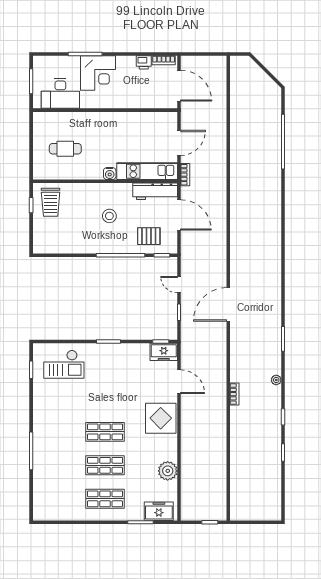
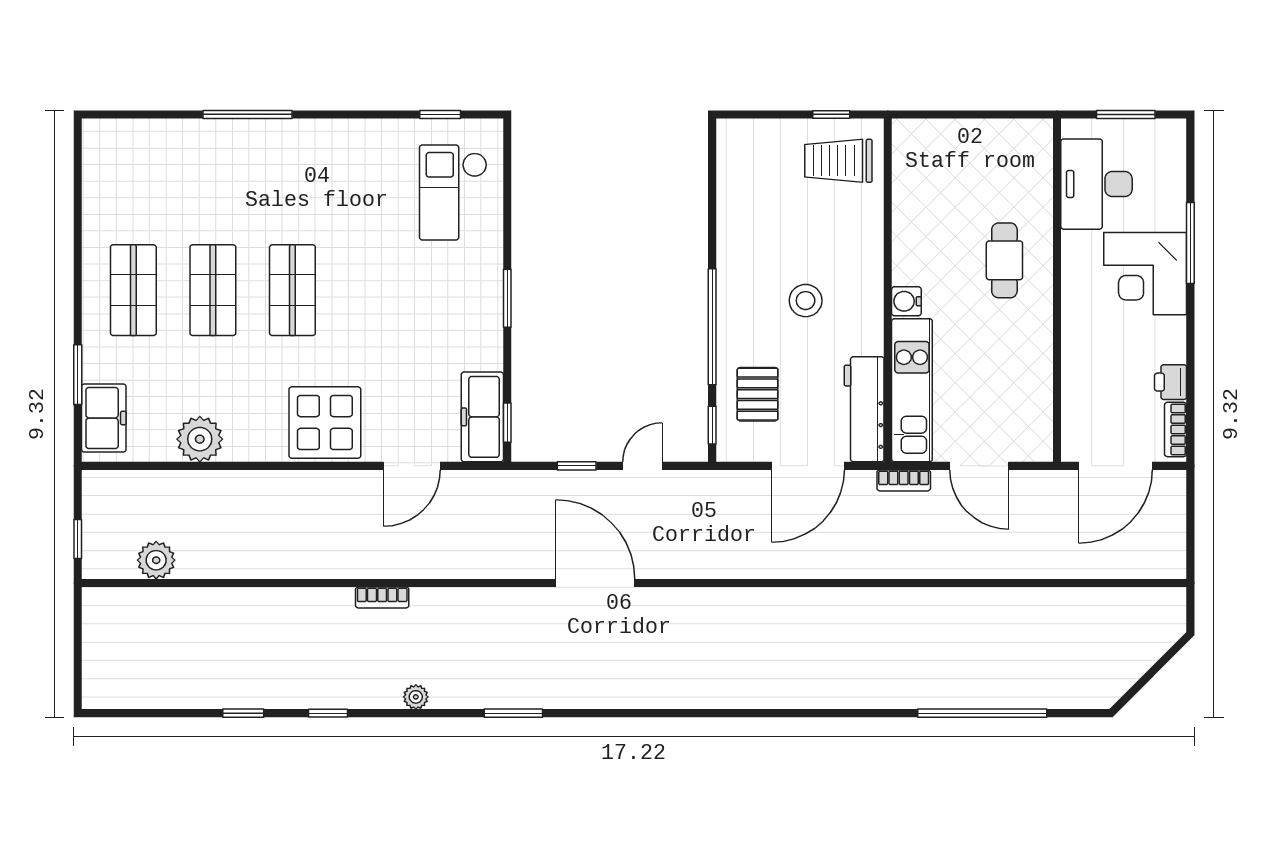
cafe table: (65, 149) -> (1004, 260), moved
freezer: (164, 352) -> (482, 417), width x1.40
plant: (219, 489) -> (156, 560), added

